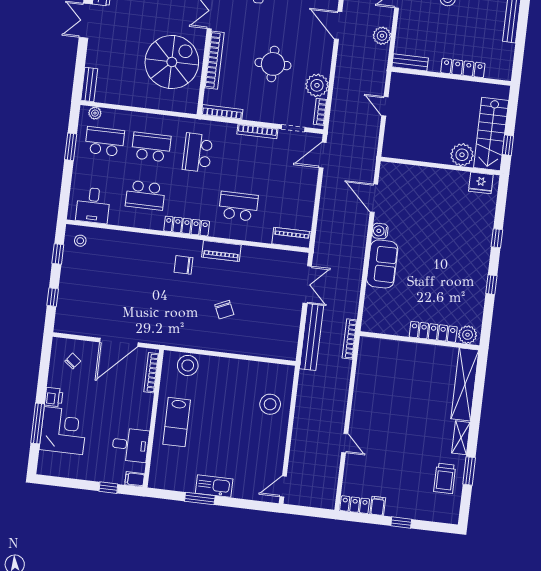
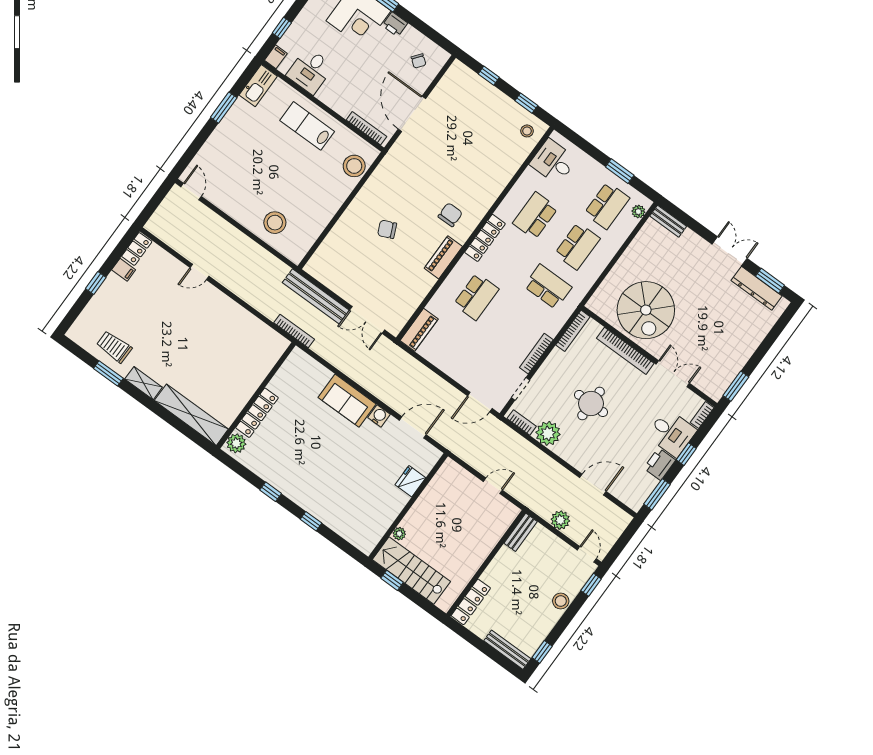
locker: (463, 68) -> (471, 602), moved
door: (323, 155) -> (480, 402), swing flipped
plant: (462, 155) -> (399, 534), width x0.53, depth x0.53
fridge: (481, 183) -> (410, 481), moved
kitchen sink: (214, 486) -> (258, 86), moved

